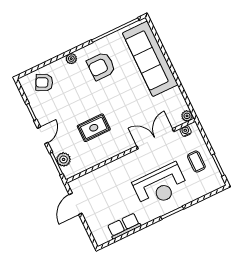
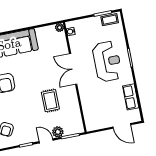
double door: (155, 139) -> (73, 69), moved
plant: (64, 159) -> (58, 132), moved
coffee table: (196, 162) -> (110, 20), moved
door: (76, 204) -> (122, 126), moved

